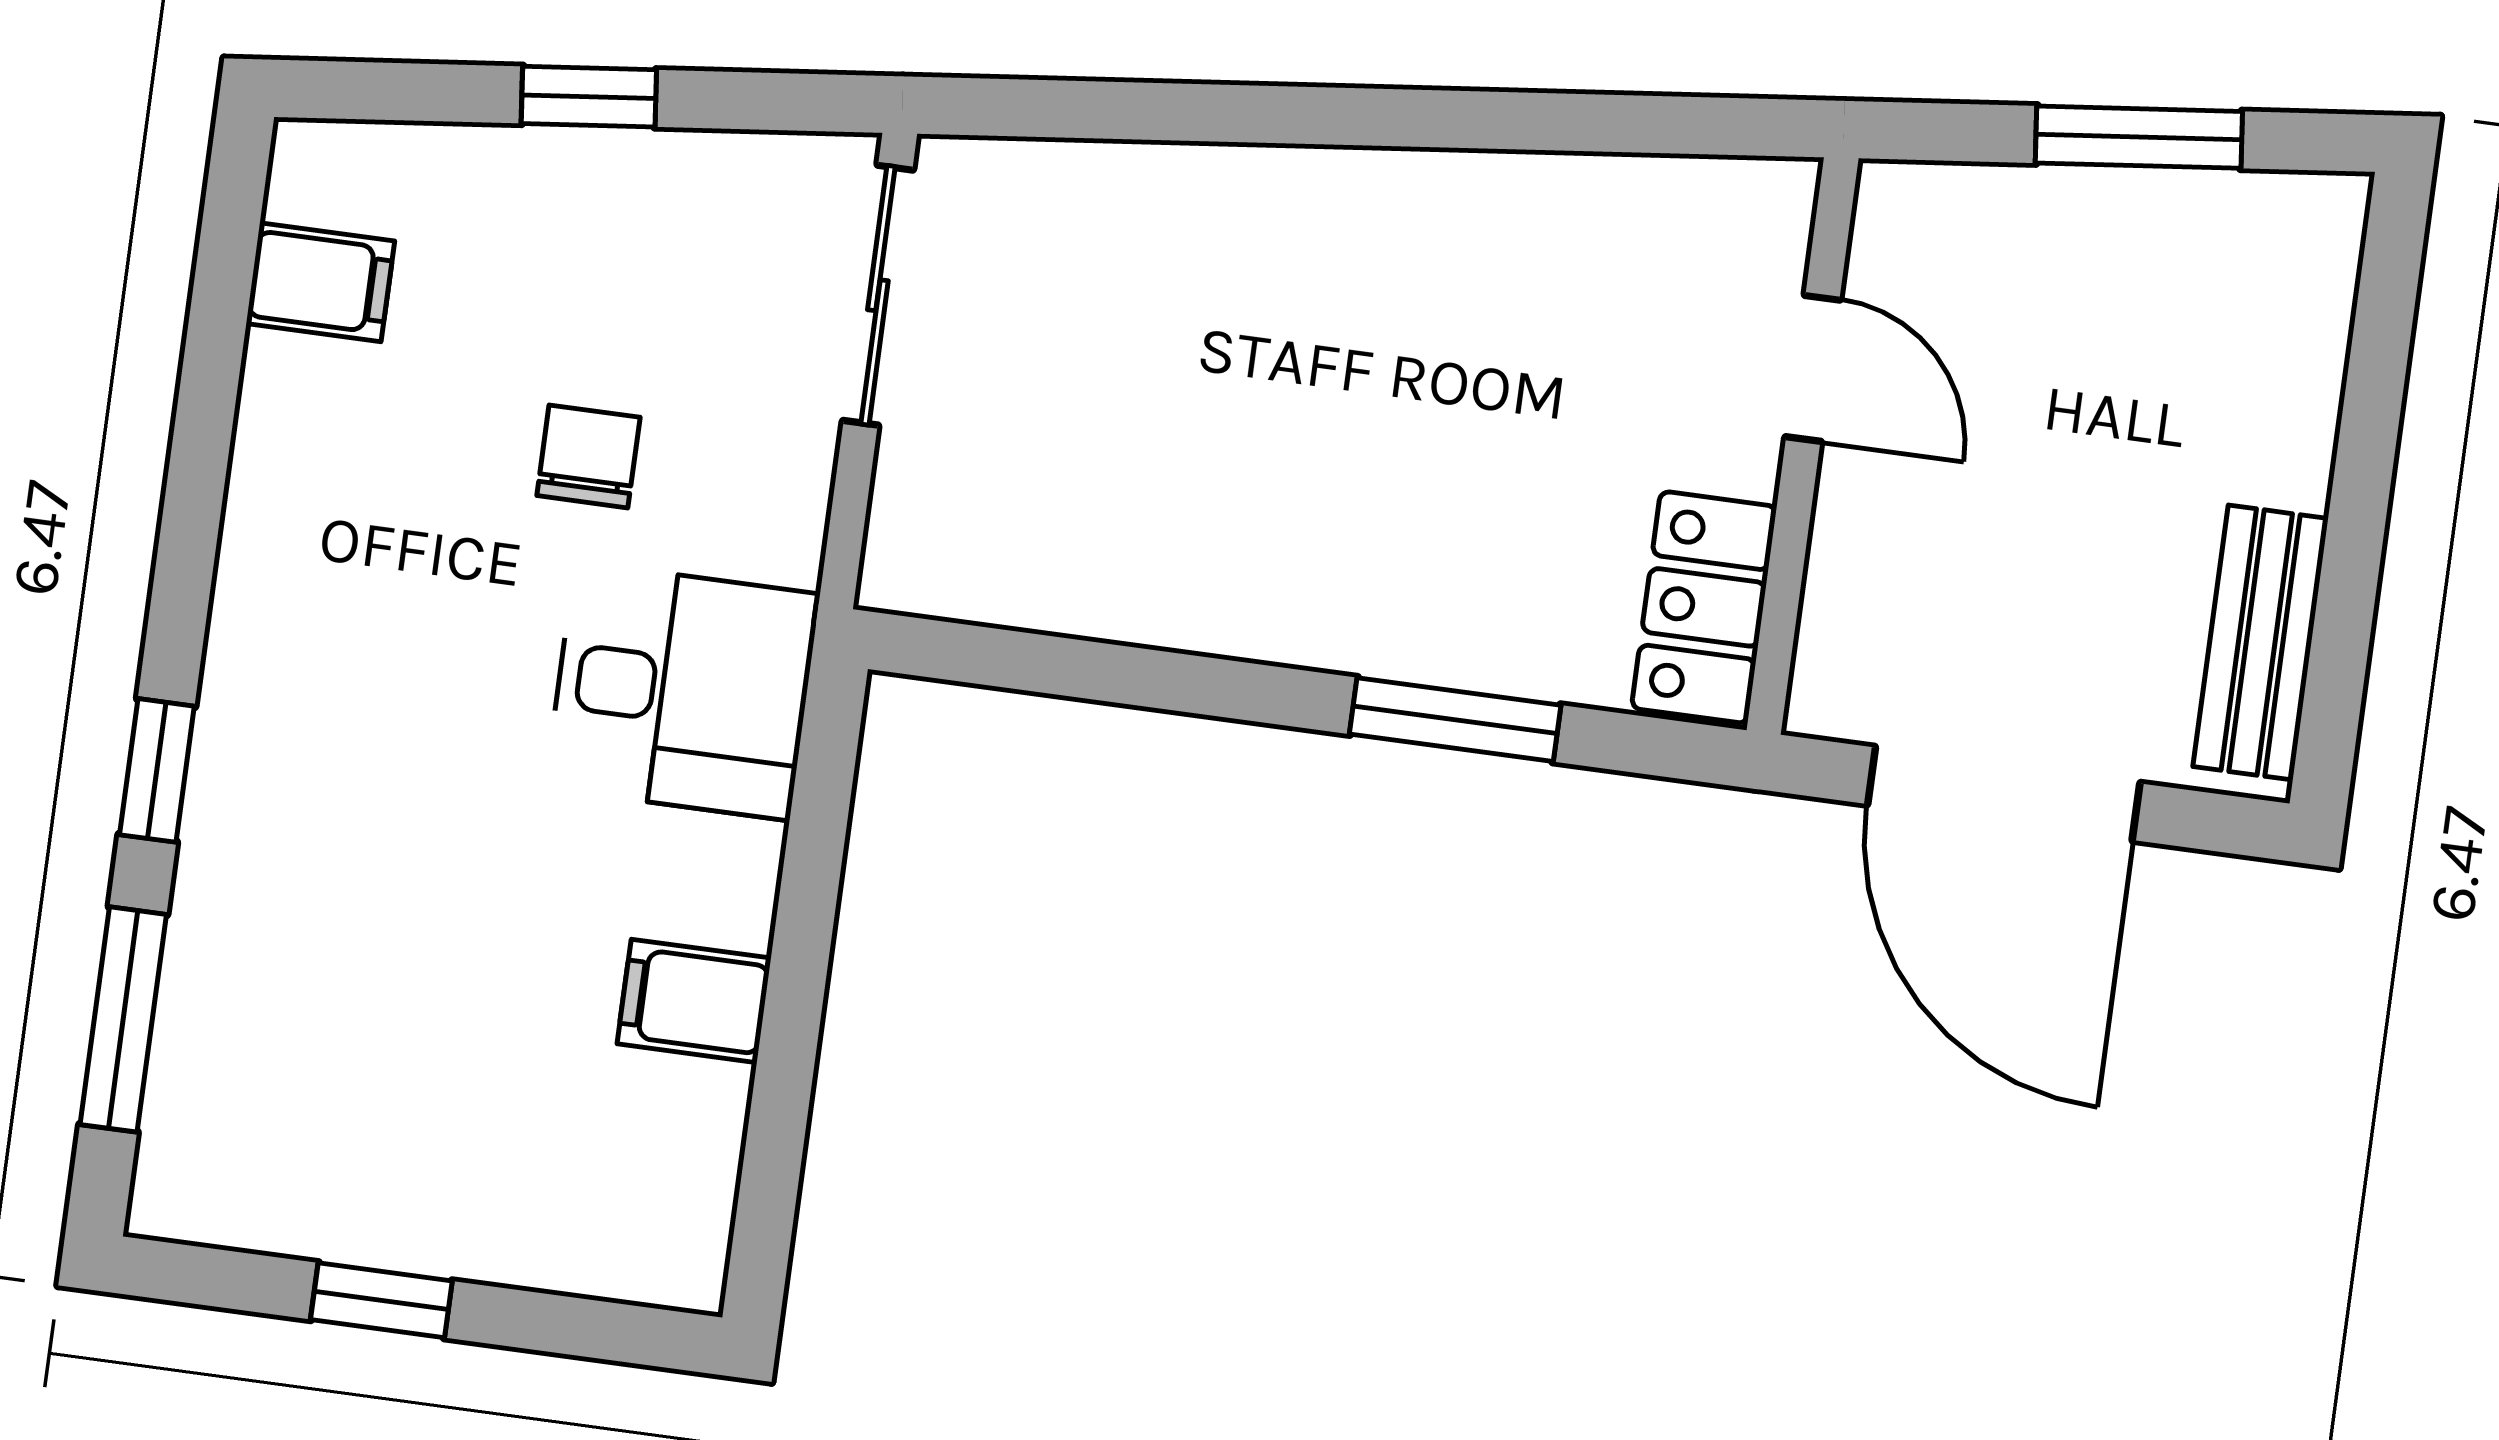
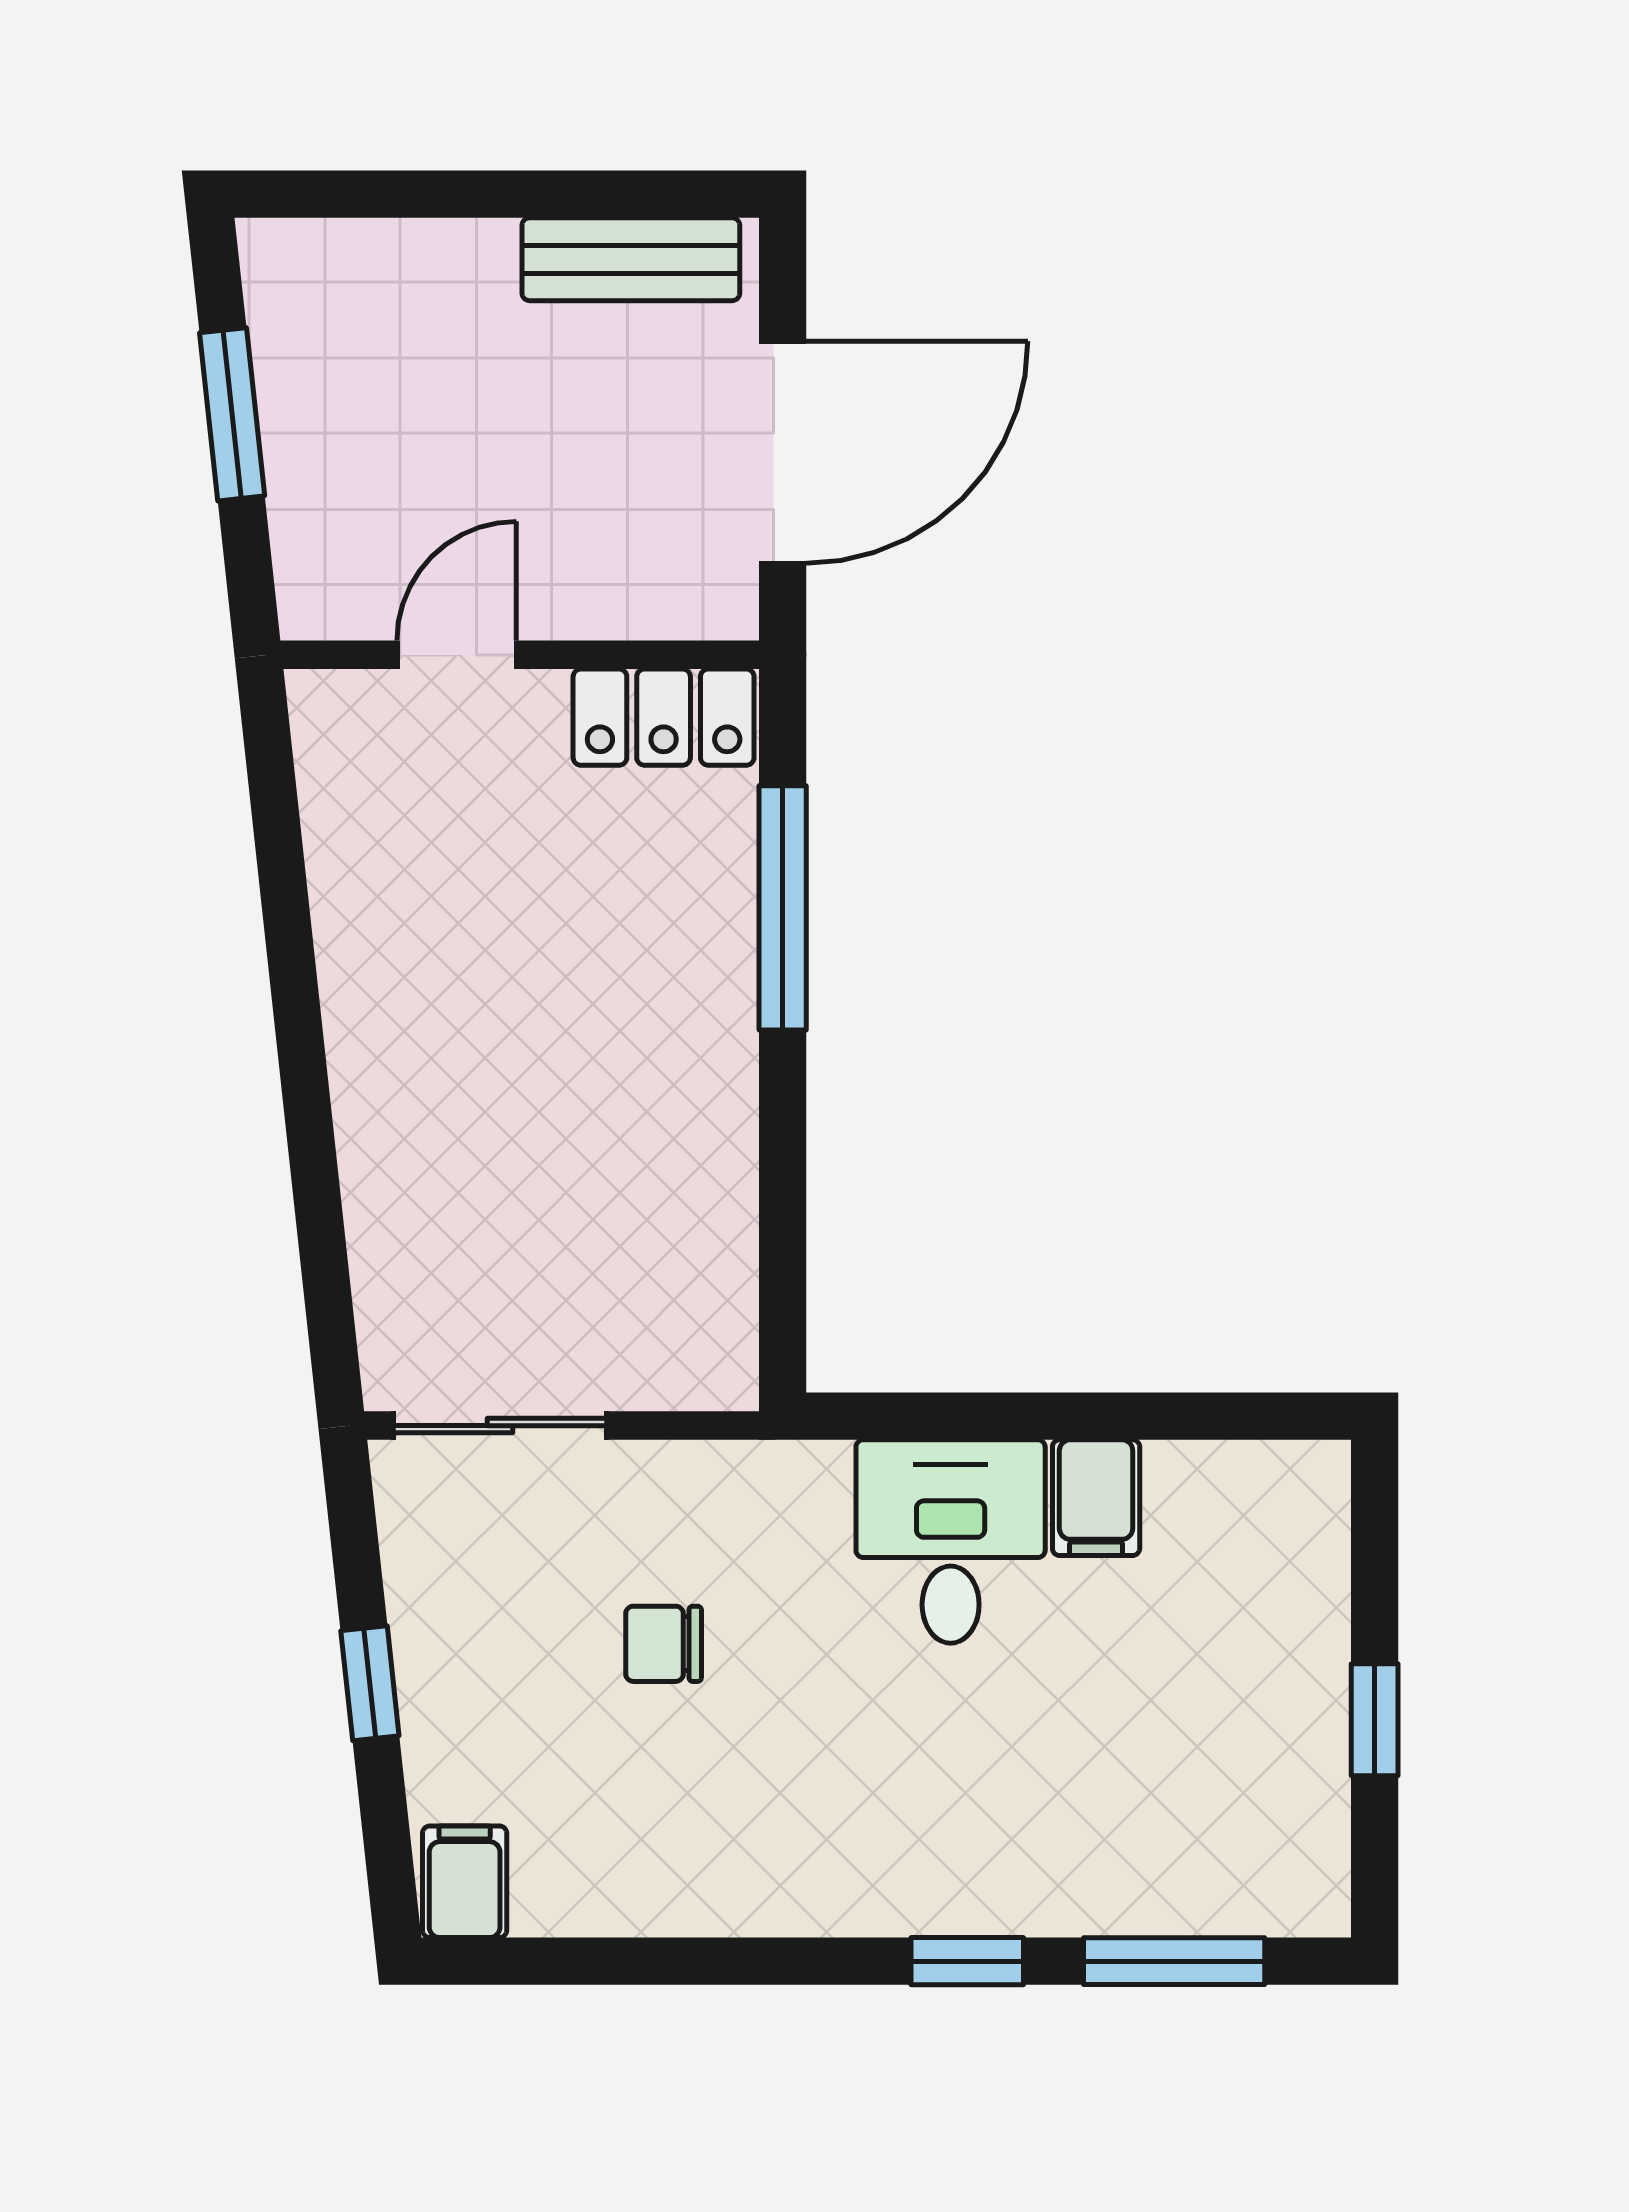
filing cabinet: (320, 282) -> (465, 1882), moved
desk: (682, 691) -> (951, 1541), moved
window: (1455, 720) -> (783, 908), width x1.44

